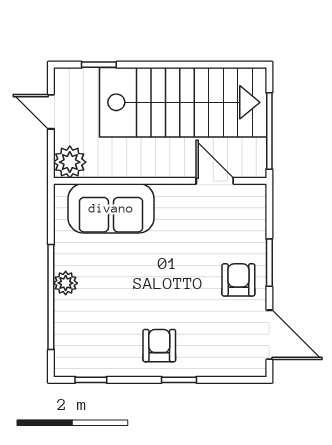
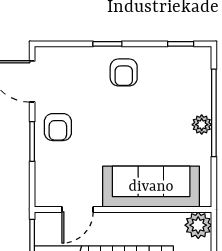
door: (215, 181) -> (78, 210), hinge flipped
sofa: (111, 208) -> (151, 187), width x1.36

